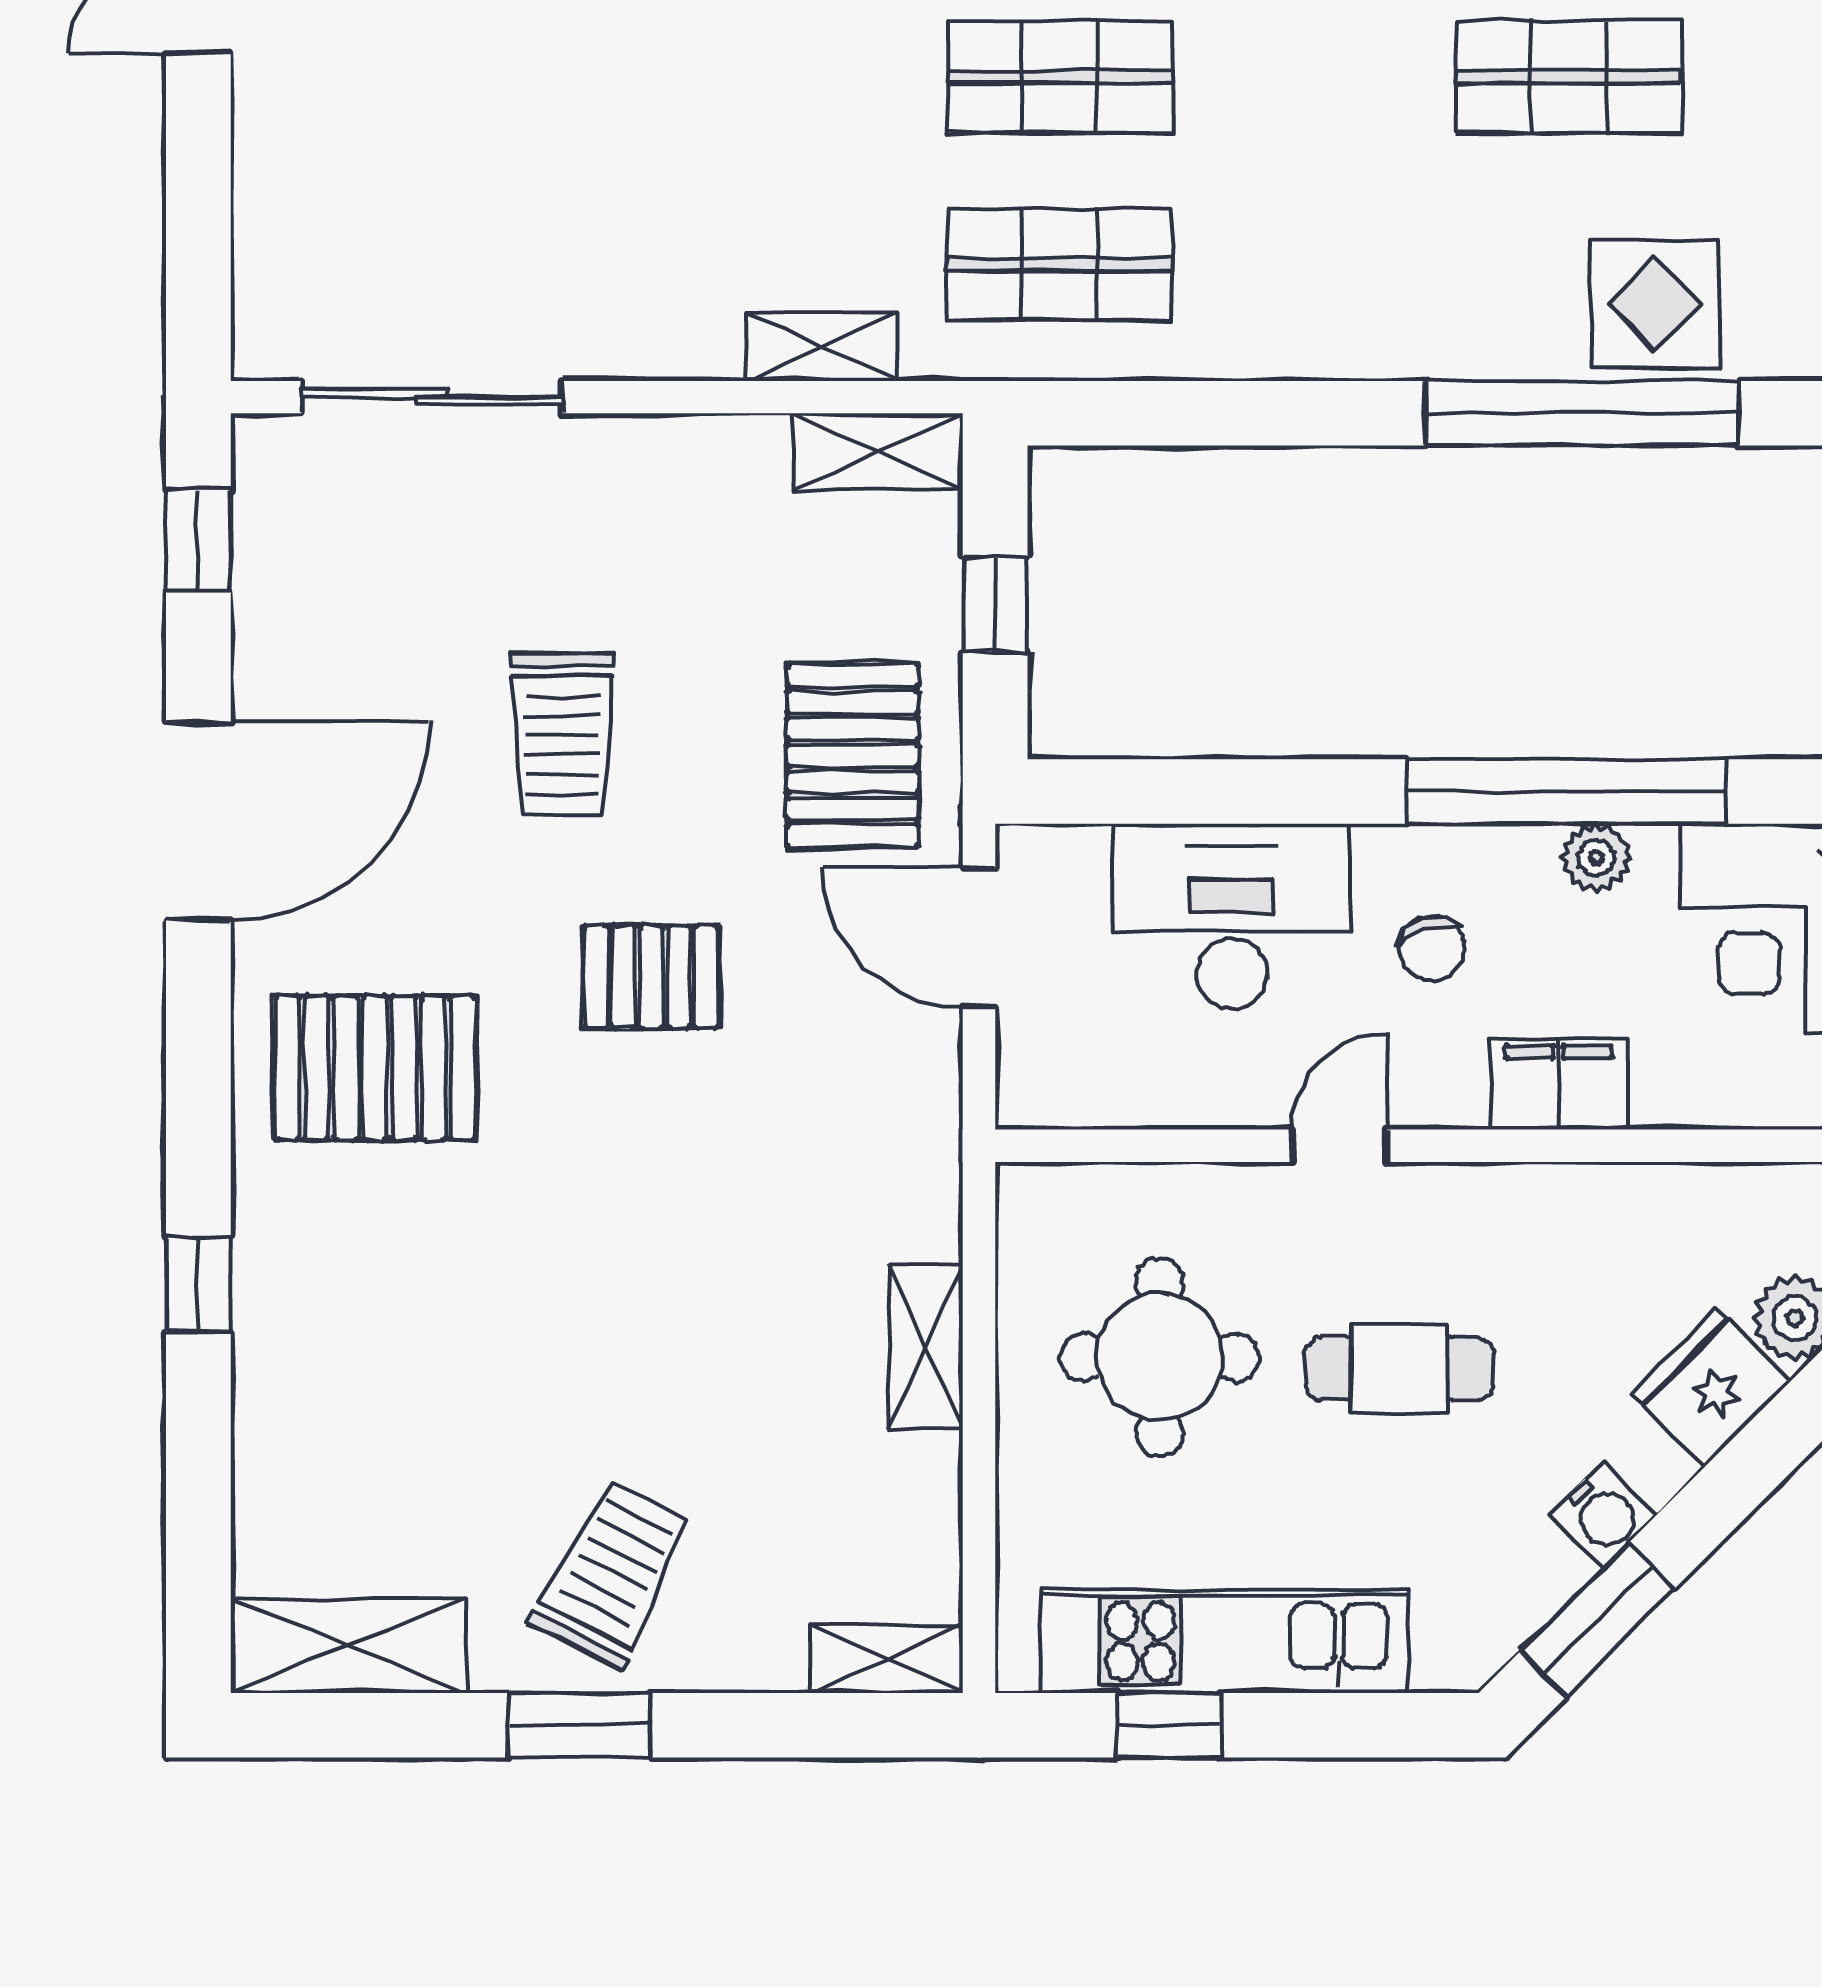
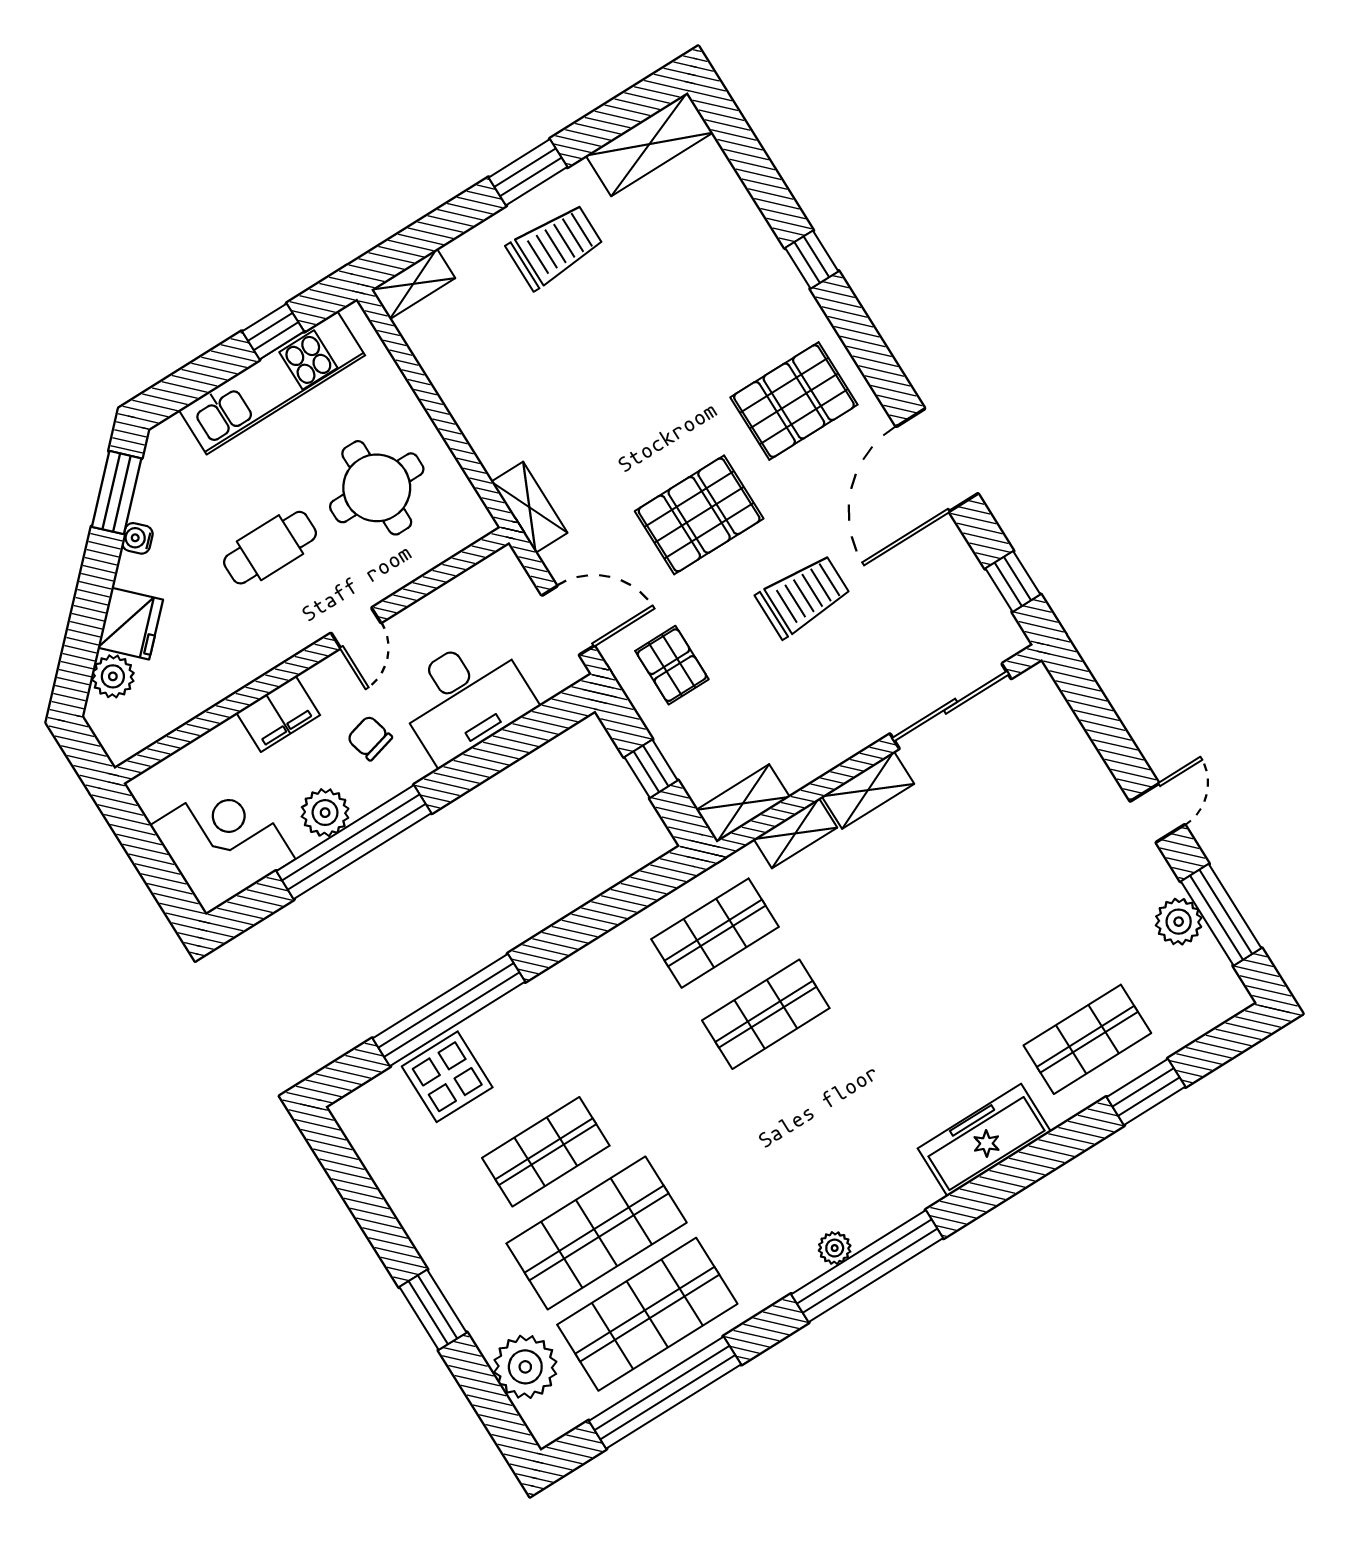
shelving: (656, 343) -> (868, 790), added
trolley: (562, 734) -> (803, 596), turned 90
pallet: (853, 755) -> (672, 665), width x0.67, depth x0.71
plant: (1596, 858) -> (325, 813), width x1.38, depth x1.38
pallet: (651, 977) -> (699, 515), width x1.50, depth x1.42
shelving: (926, 1347) -> (529, 507), moved
water cooler: (1603, 1515) -> (137, 538), width x0.72, depth x0.72
trolley: (612, 1573) -> (555, 247), turned -117

